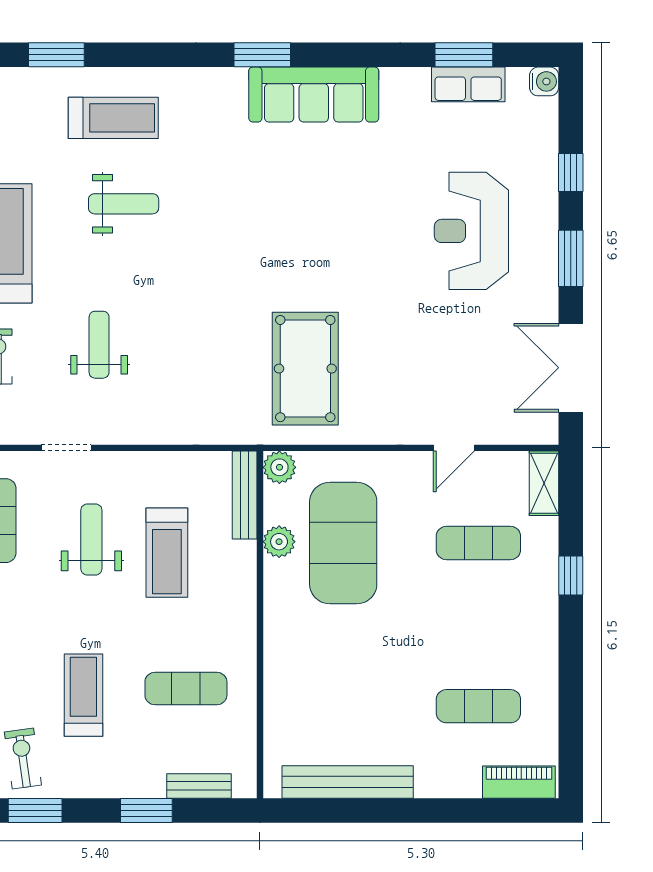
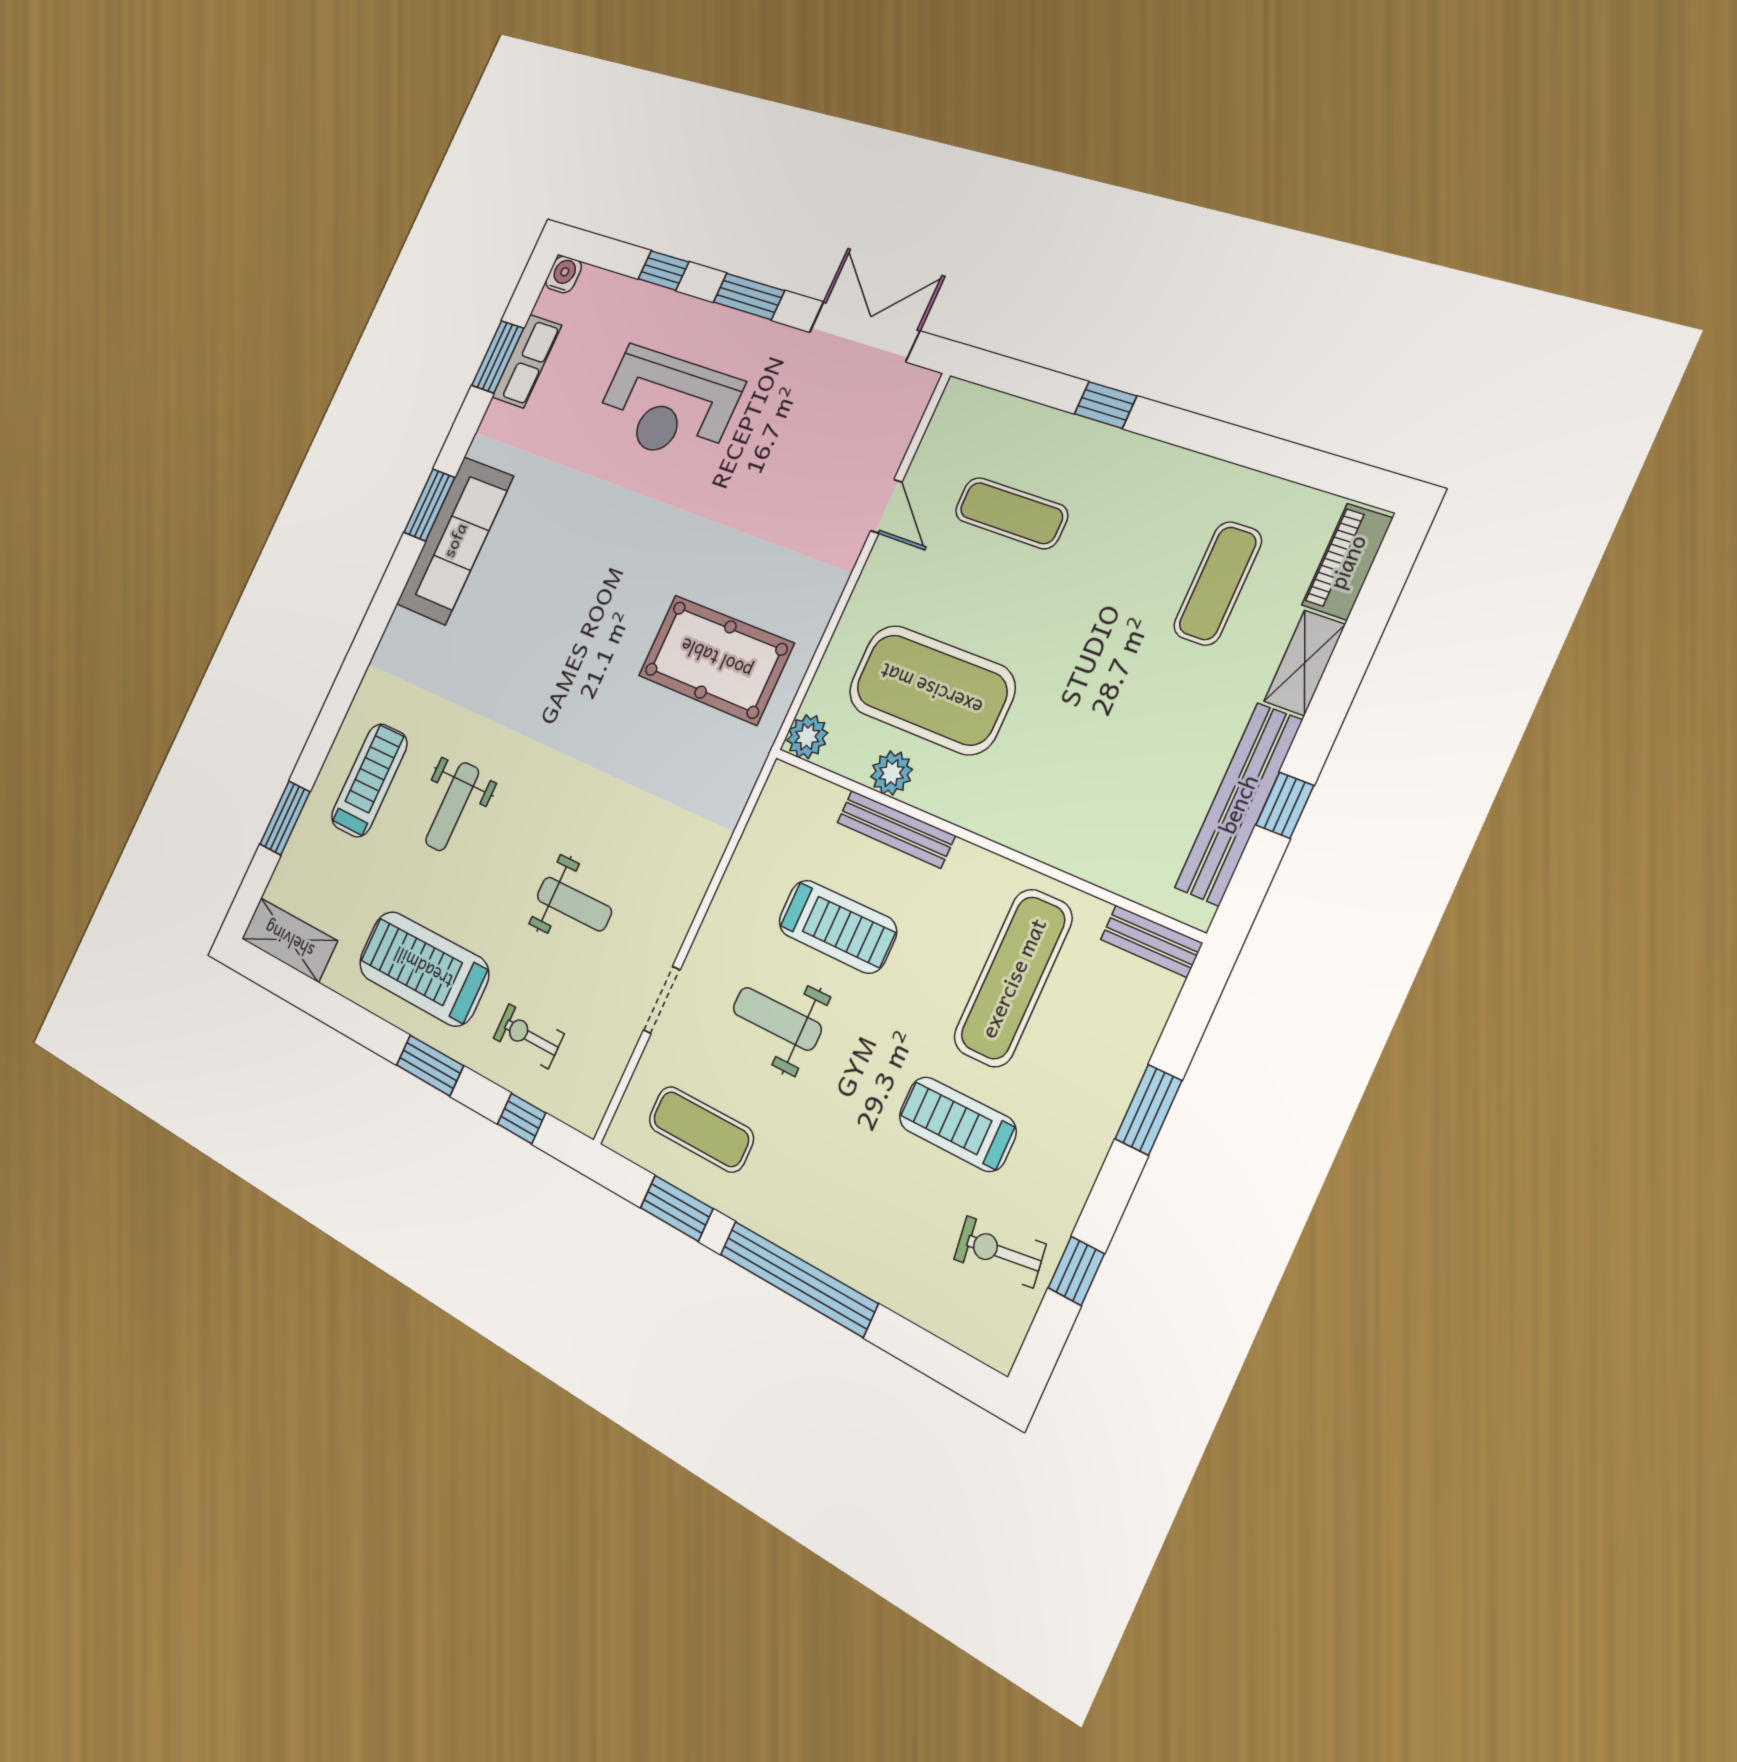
window: (262, 55) -> (429, 505), moved
weight bench: (124, 204) -> (452, 807), turned 180
weight bench: (99, 345) -> (574, 904), turned 180
double door: (571, 368) -> (864, 332), swing flipped
shelving: (544, 483) -> (1305, 663), moved, turned 90
bench: (245, 495) -> (896, 829), moved
exercise mat: (478, 543) -> (1011, 513), turned 90
exercise mat: (186, 689) -> (1013, 978), width x1.36, depth x1.45
bench: (199, 786) -> (1151, 941), moved, turned 90
window: (35, 810) -> (1076, 1271), width x0.67
window: (358, 810) -> (1285, 805), added

